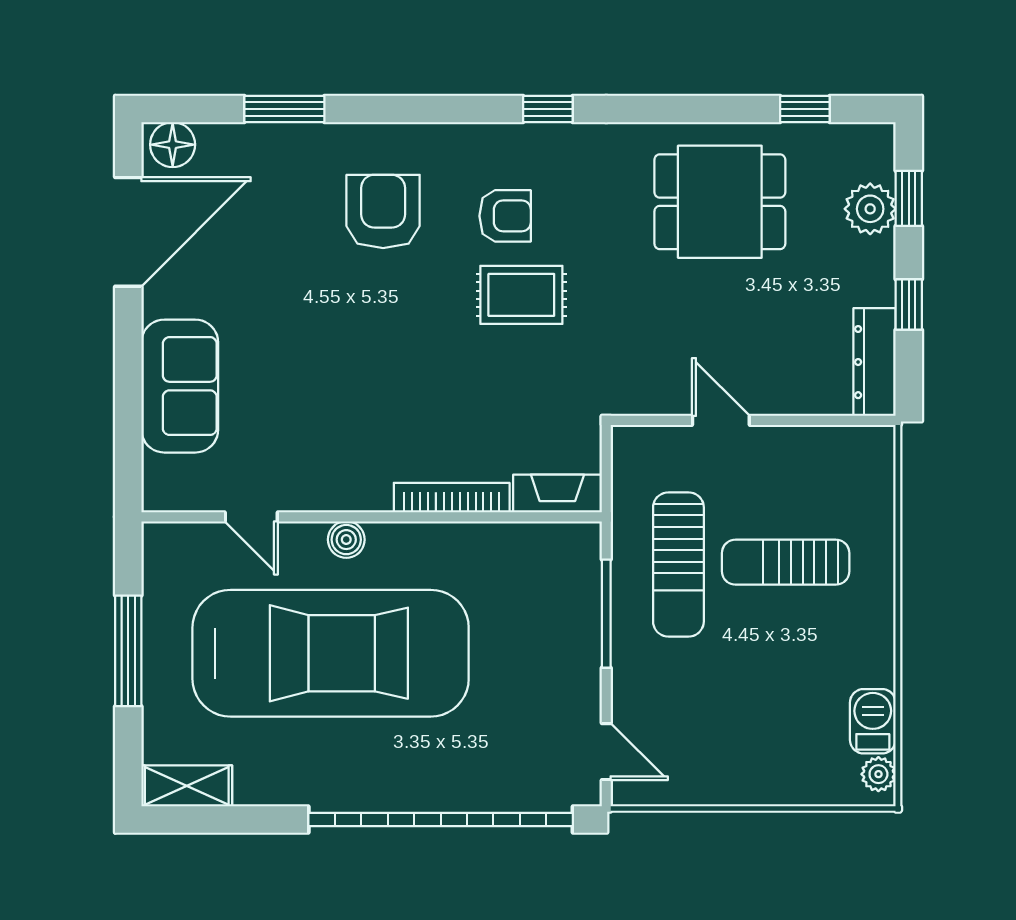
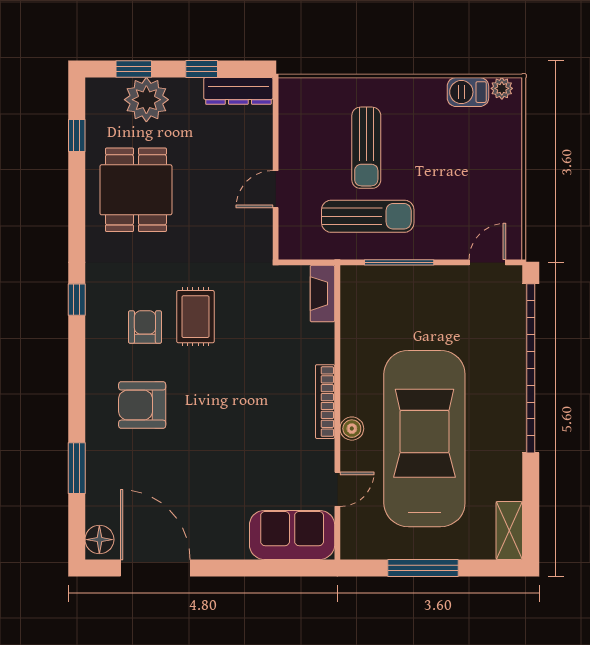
plant: (870, 209) -> (146, 100), width x1.36, depth x1.36
sofa: (180, 386) -> (292, 535), moved
bookcase: (452, 498) -> (325, 402), moved

